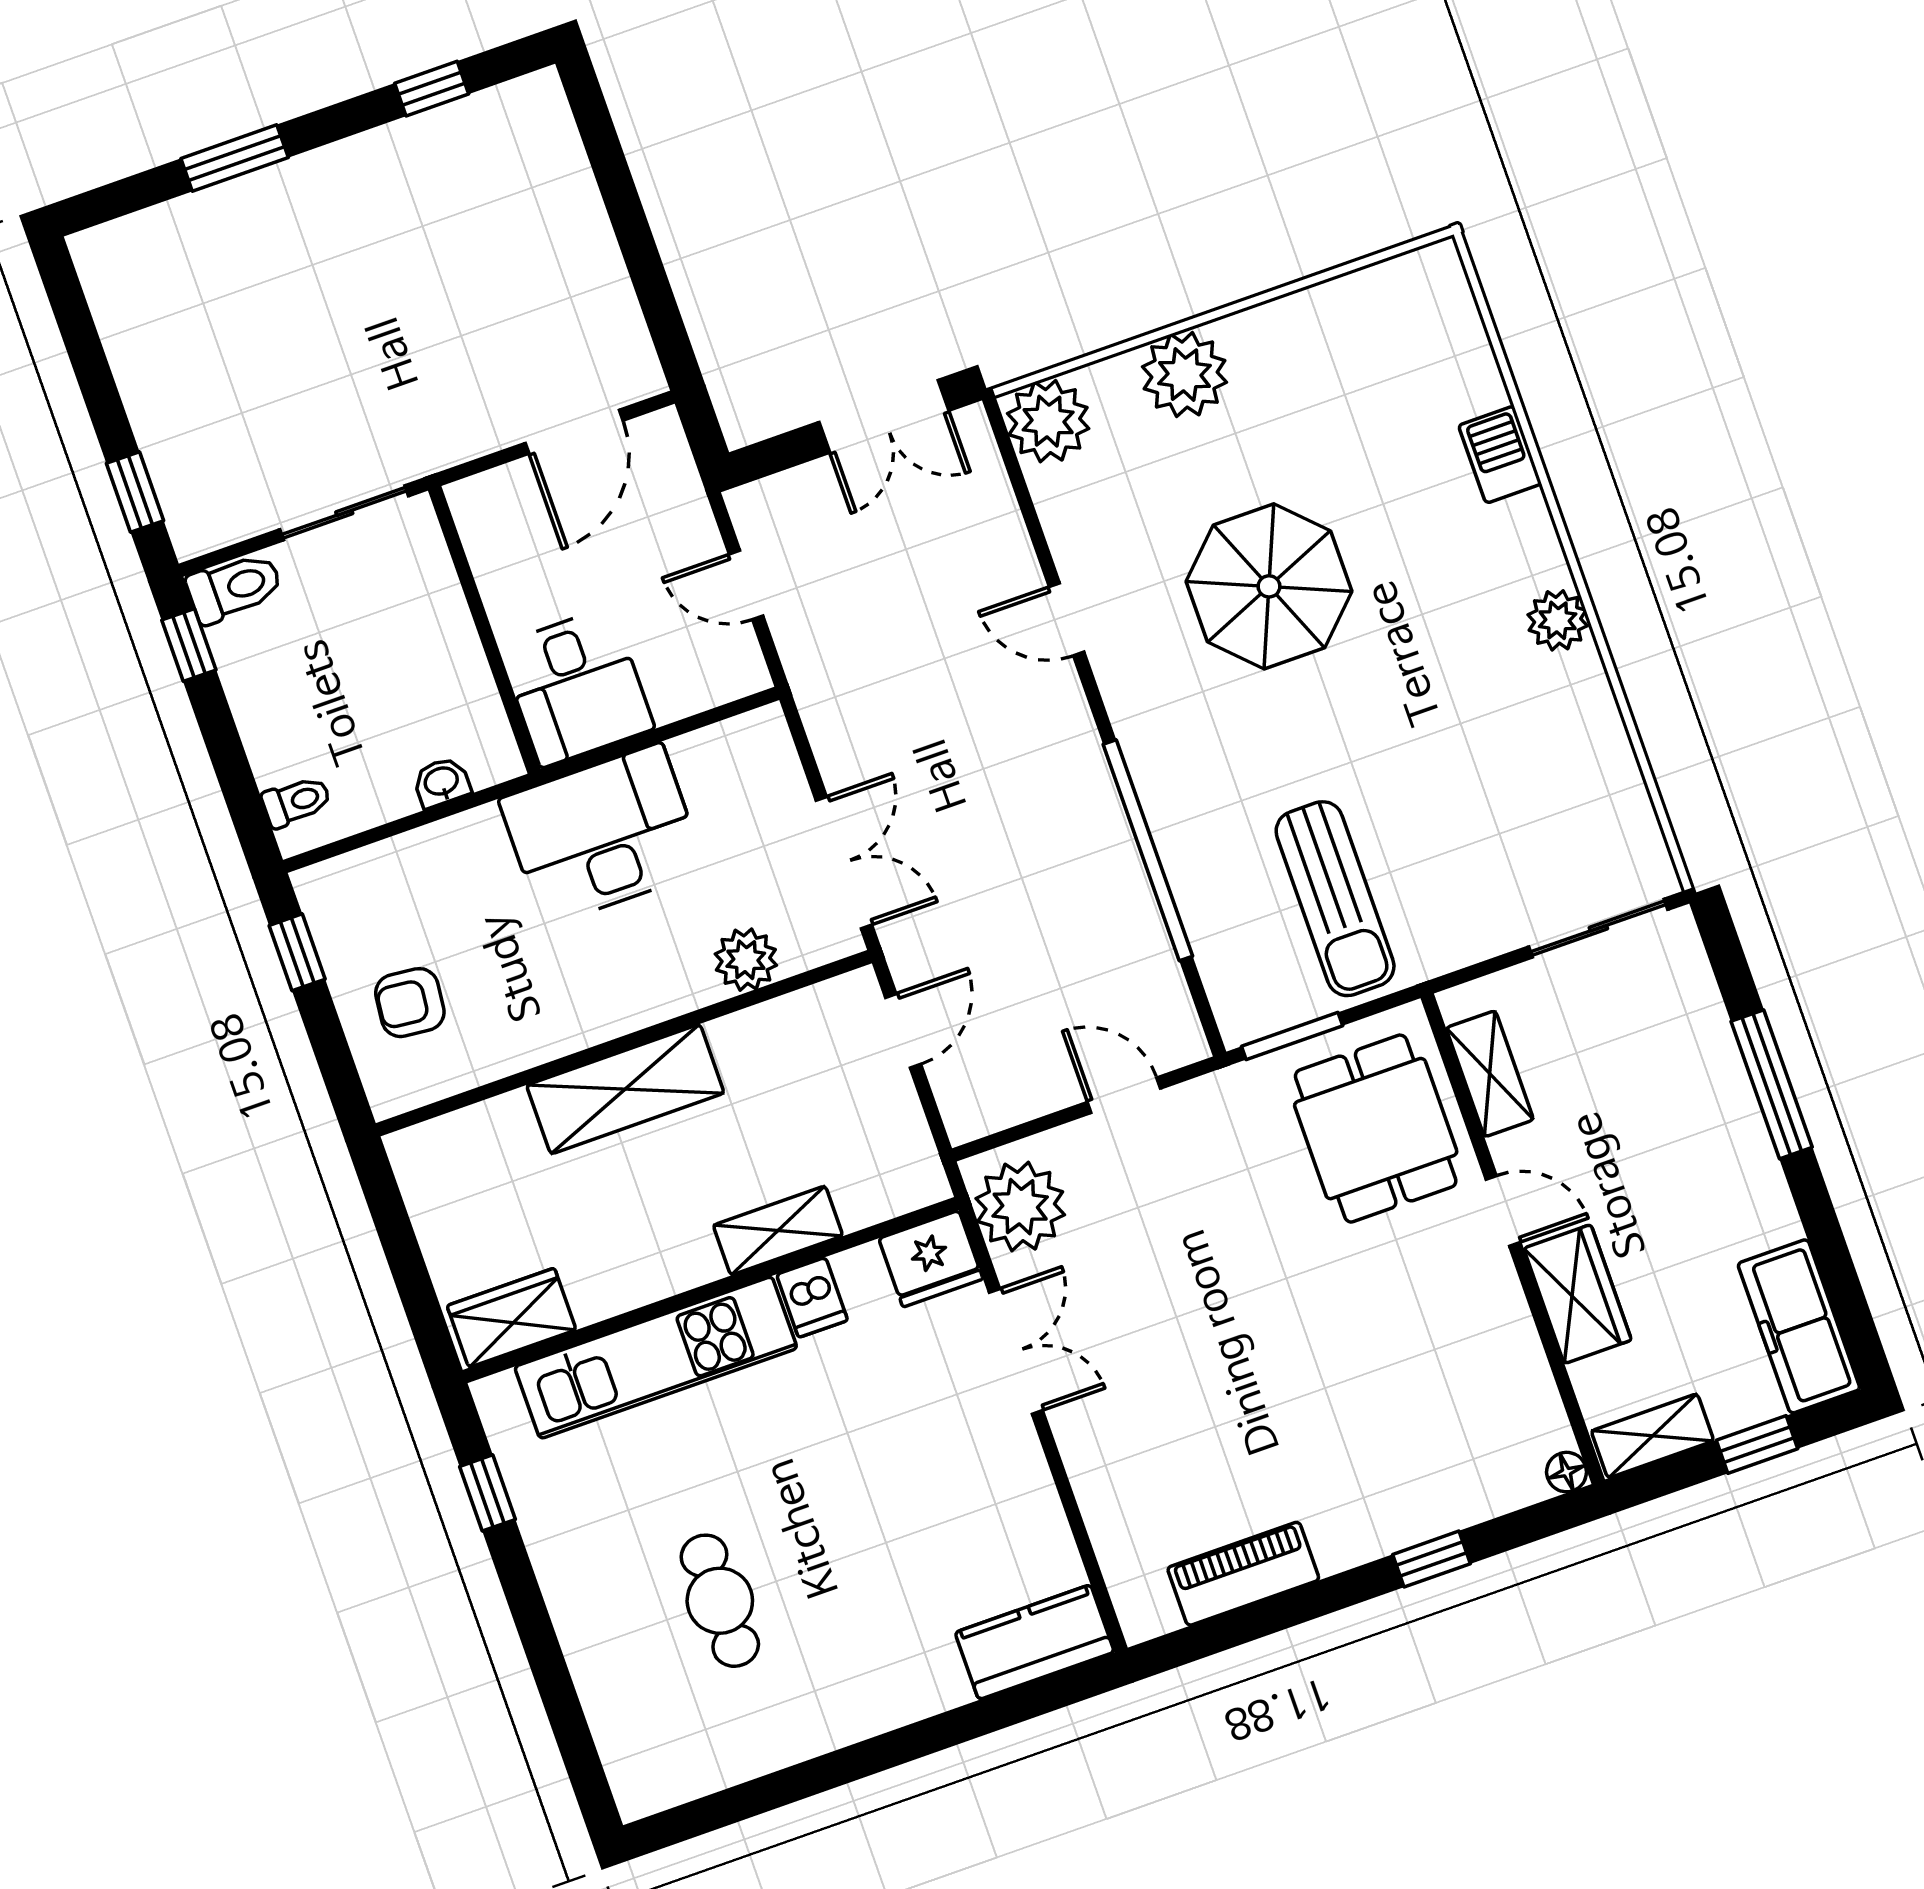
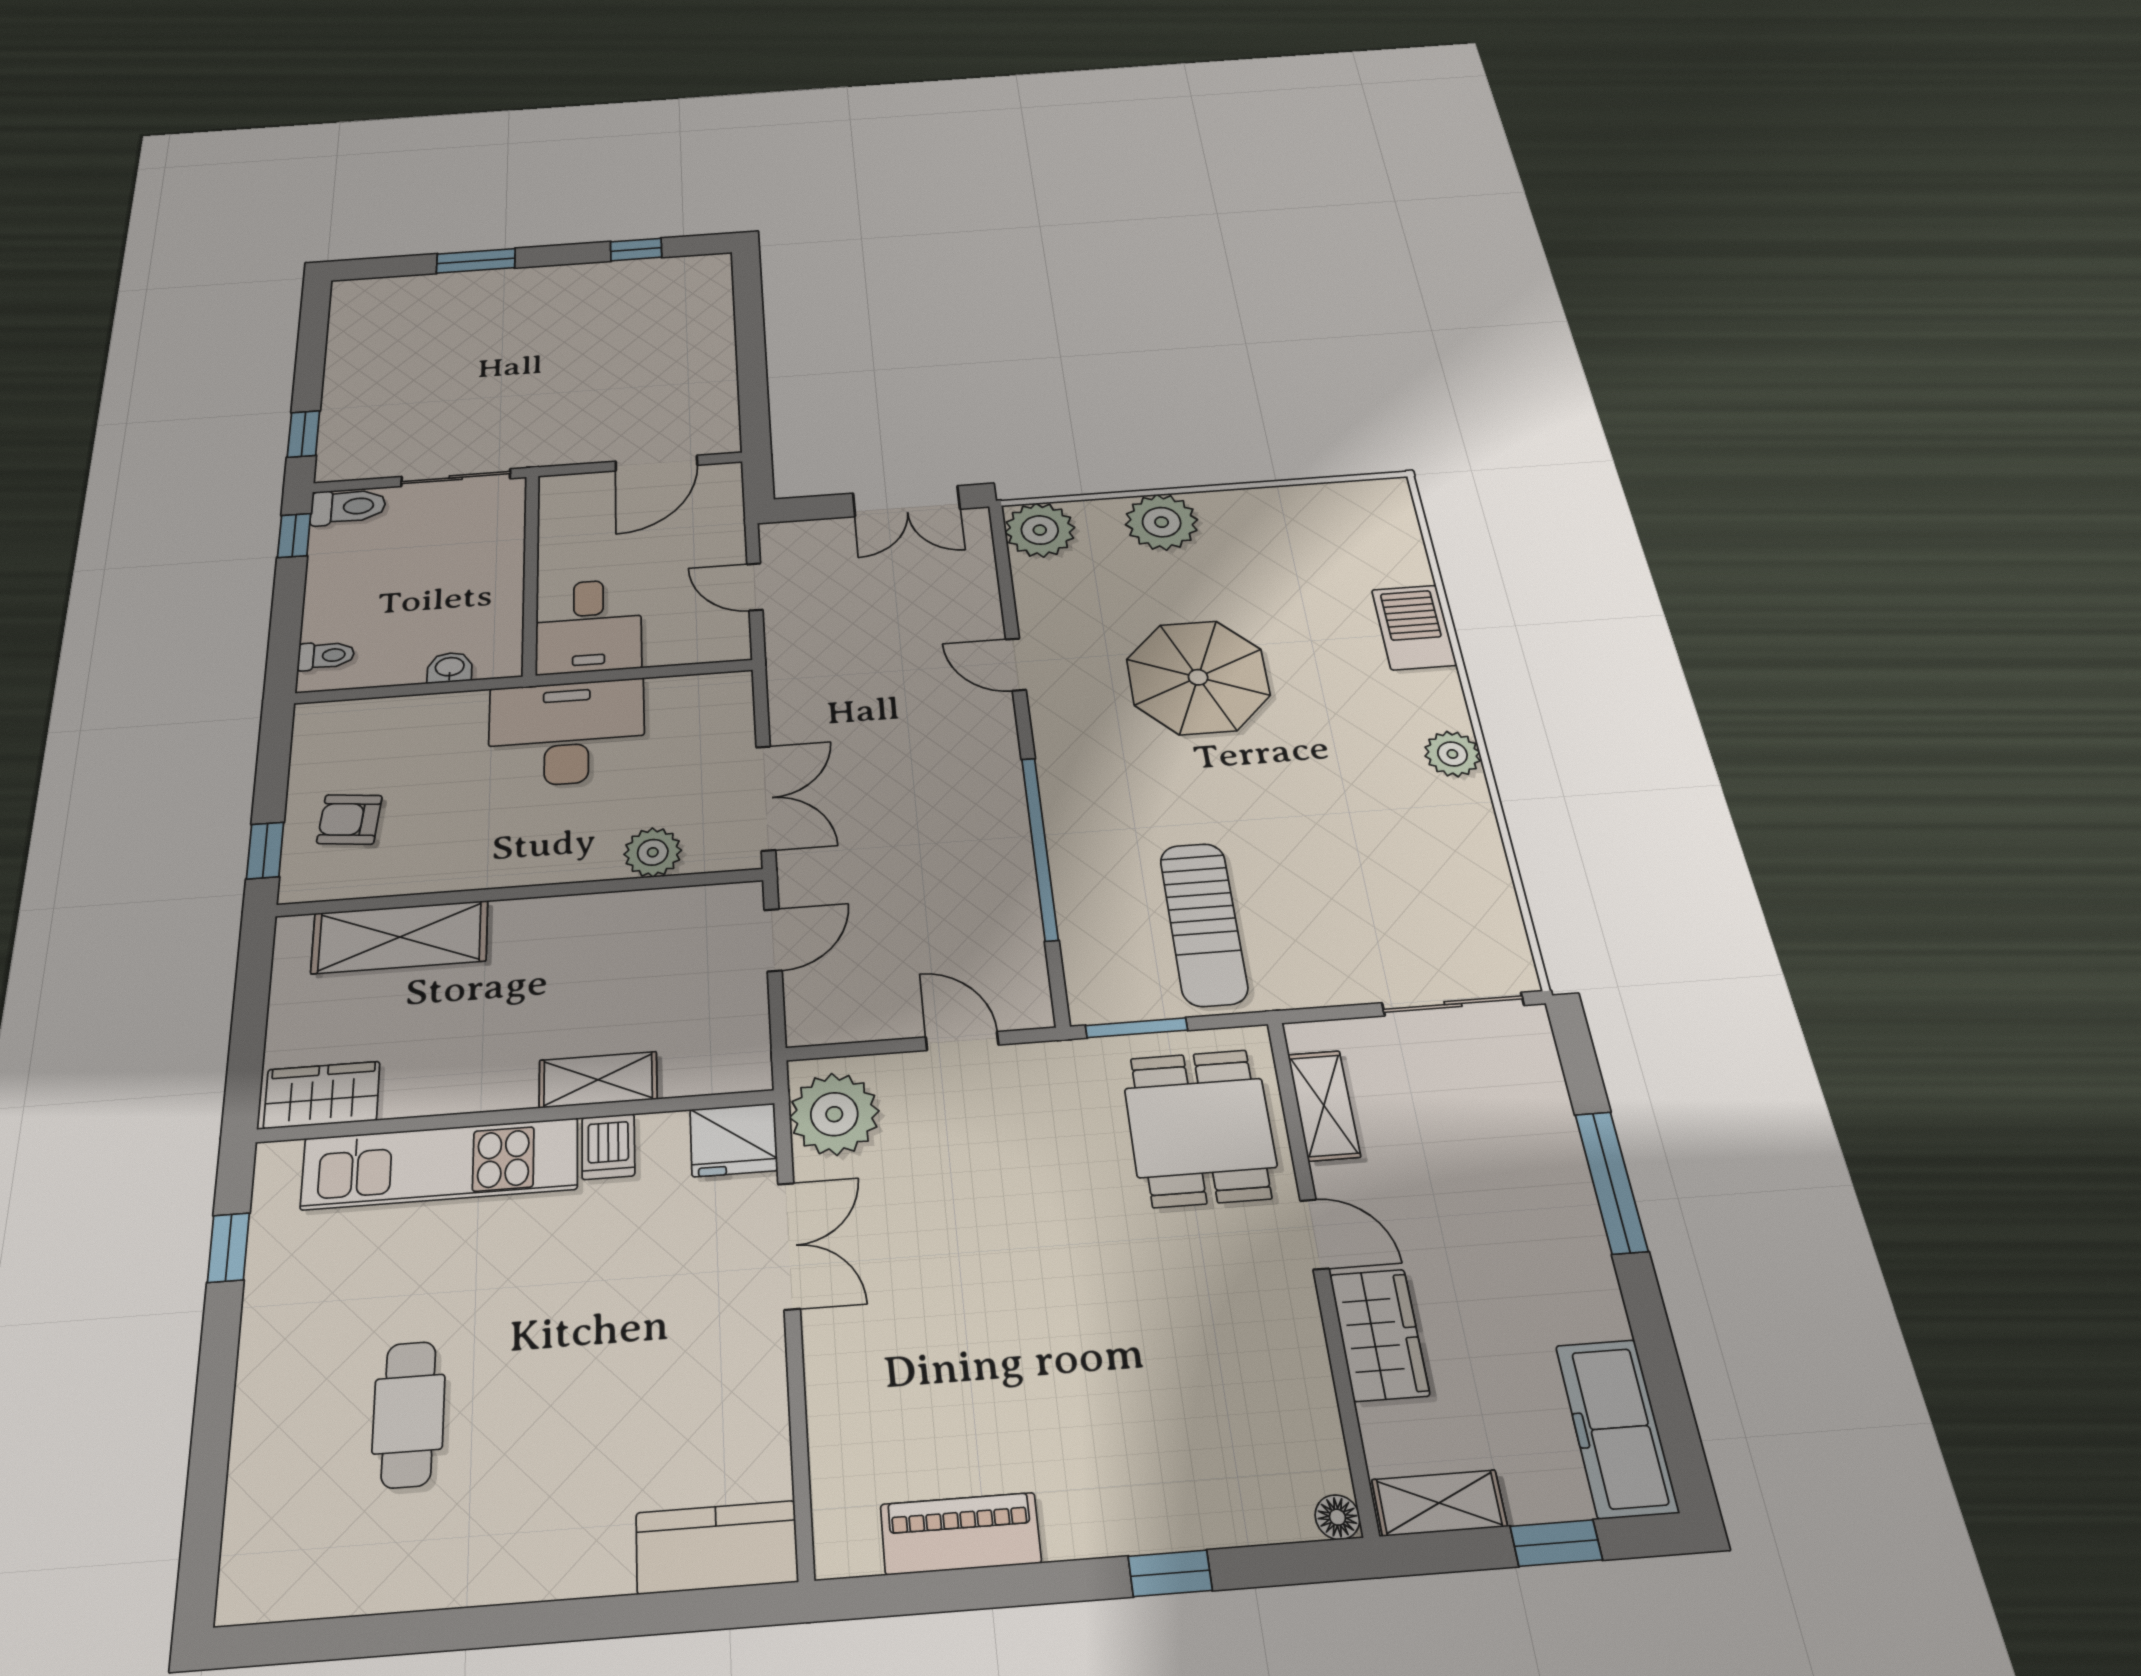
barbecue: (1500, 455) -> (1414, 627), width x1.38, depth x1.27
window: (297, 952) -> (265, 850), moved
shelving: (625, 1089) -> (400, 937), moved

